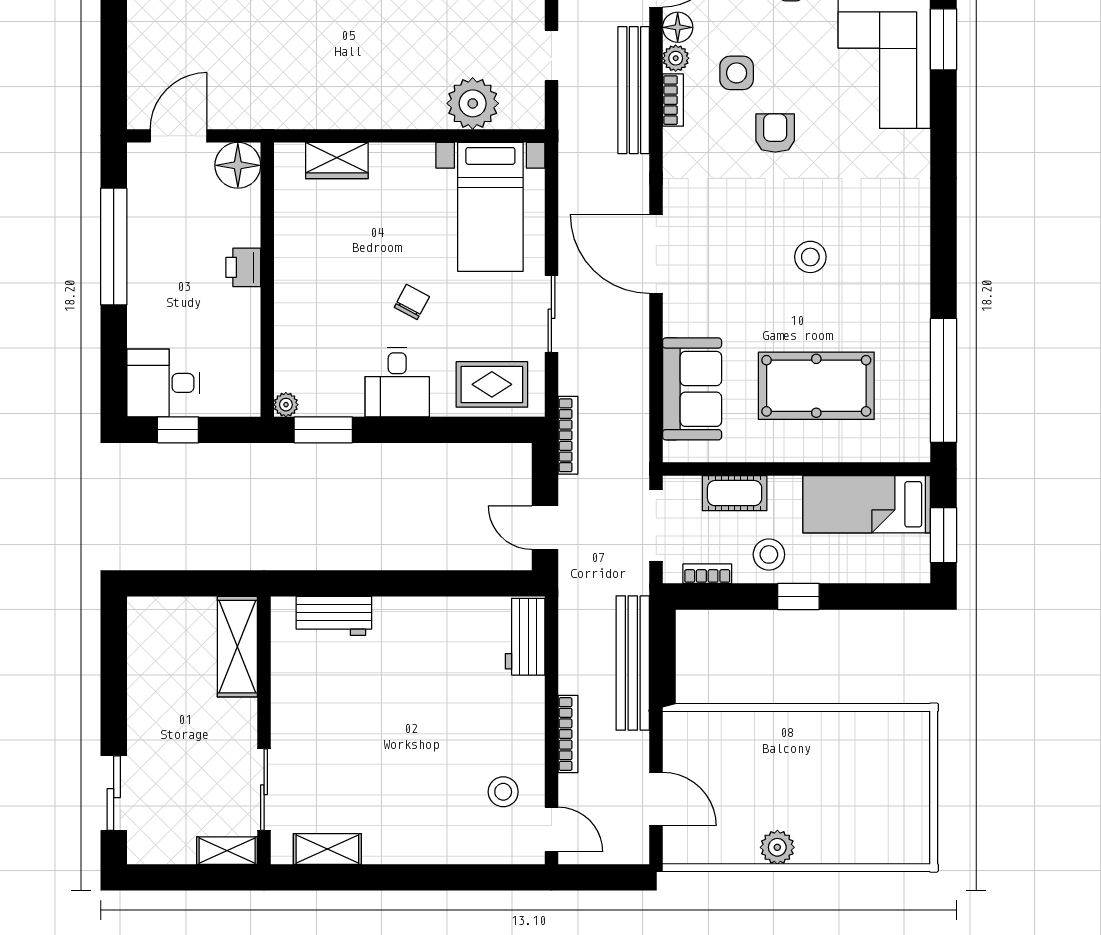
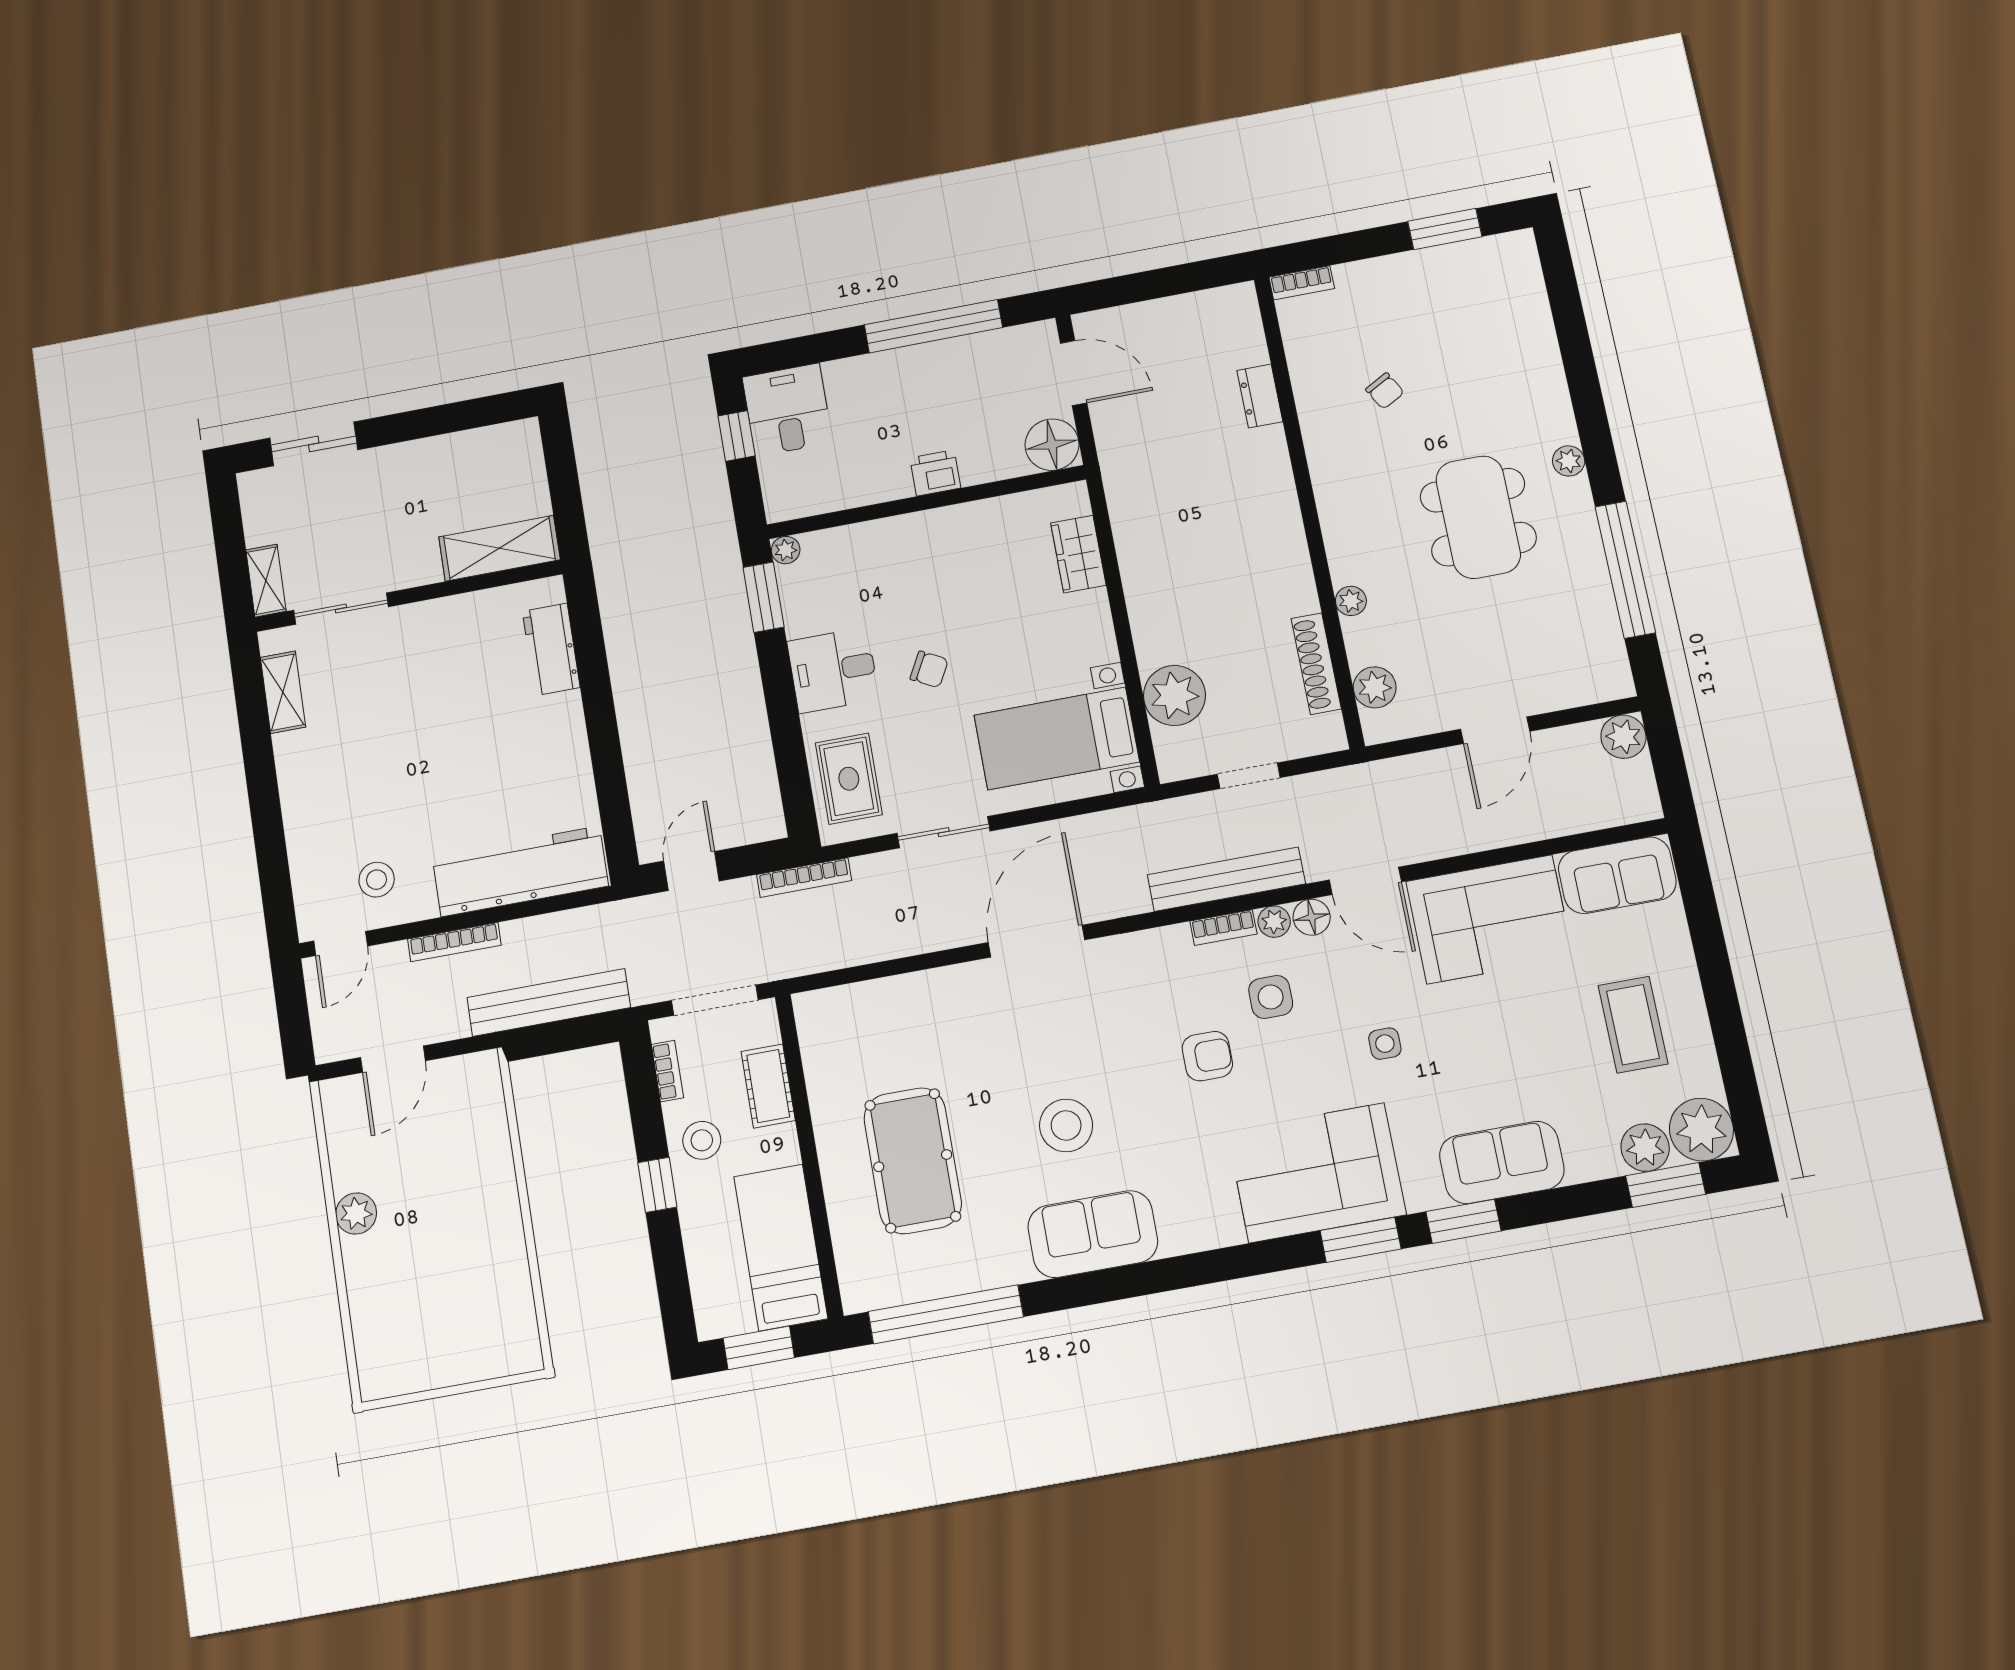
stool: (810, 257) -> (1066, 1125), width x1.38, depth x1.38
sofa: (692, 389) -> (1093, 1234), moved, turned 180
workbench: (525, 637) -> (520, 871), width x1.88, depth x1.32

